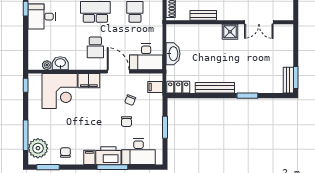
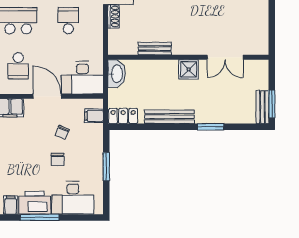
bench: (203, 15) -> (155, 49), moved
wall: (230, 22) -> (188, 57), moved
double door: (259, 22) -> (225, 57), moved
shower: (230, 32) -> (189, 69), moved

